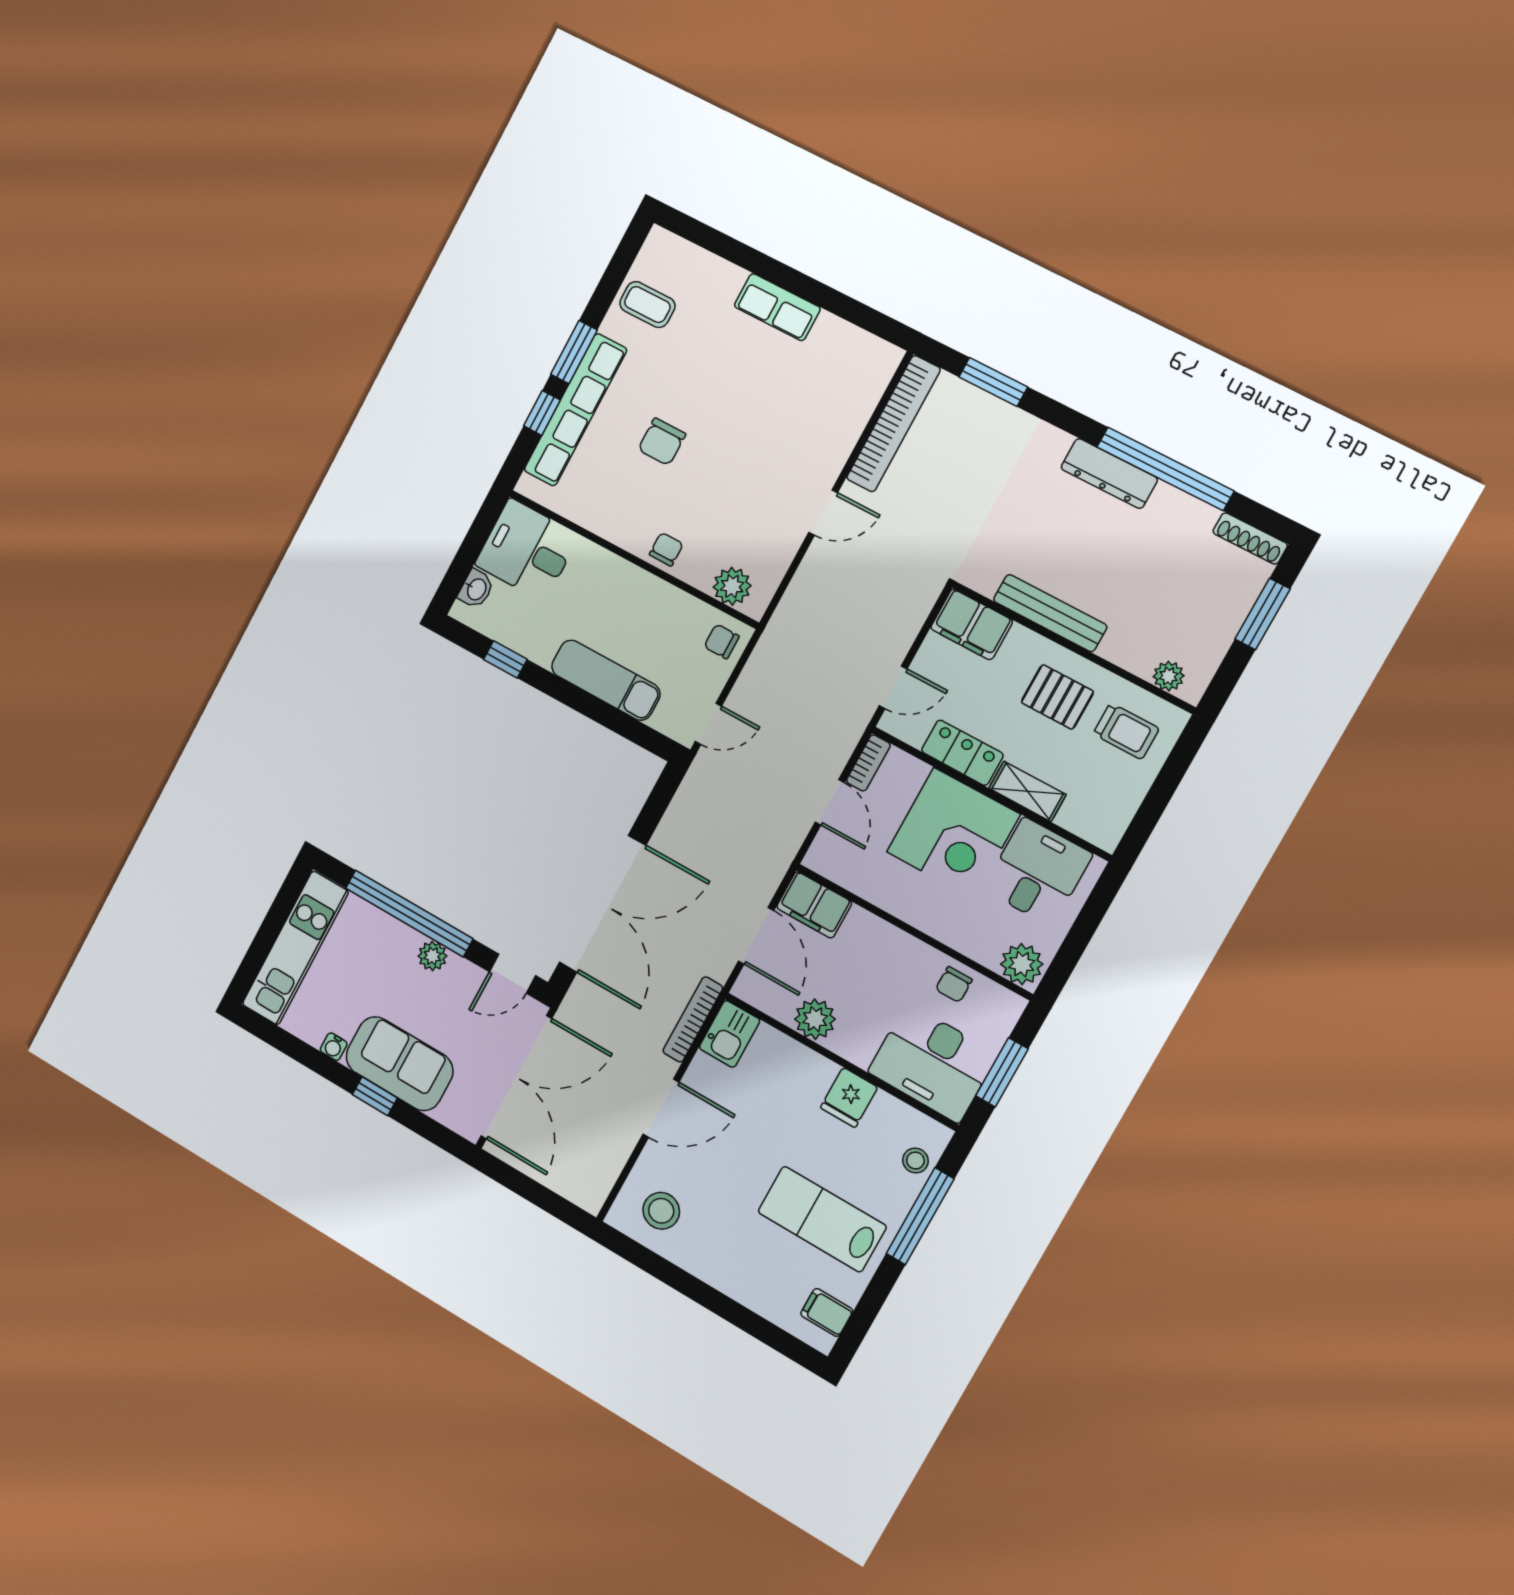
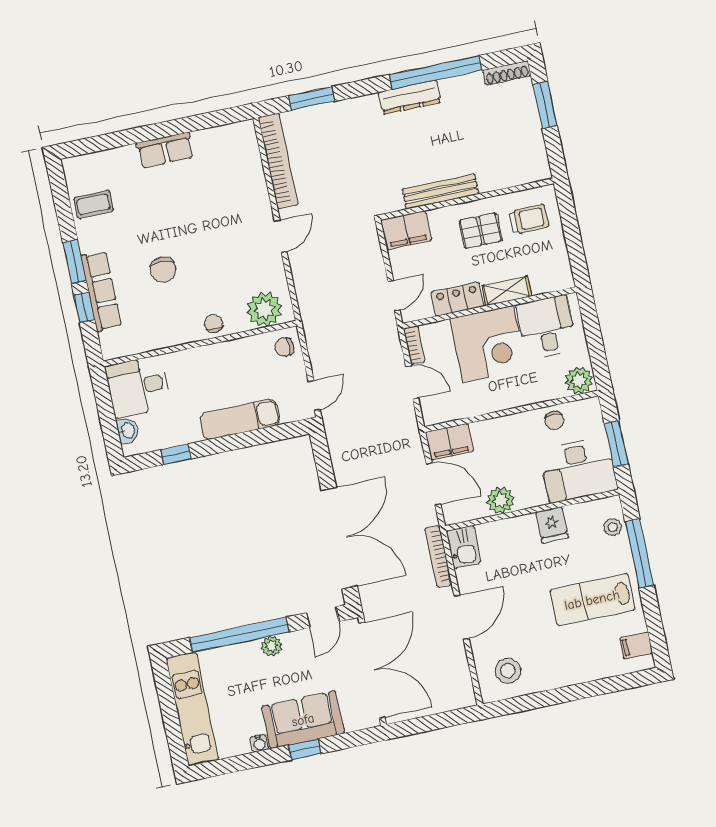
row of seats: (575, 410) -> (101, 291), width x0.73
plant: (732, 586) -> (264, 309), width x1.36, depth x1.36
plant: (1169, 676) -> (526, 174), removed

